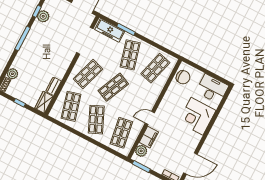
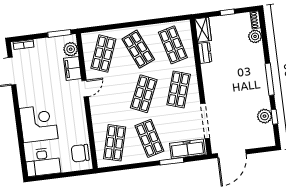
shop shelf: (121, 133) -> (103, 54), turned 30

